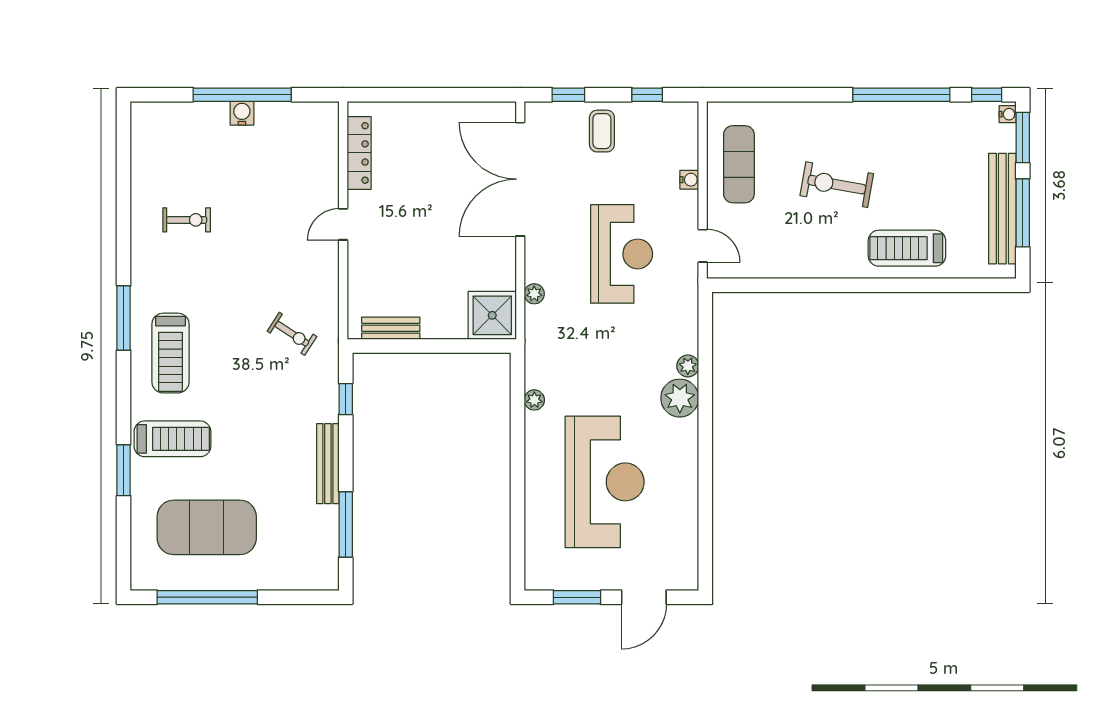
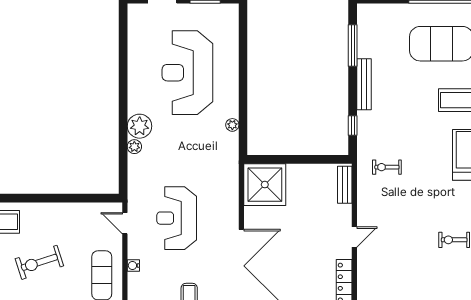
exercise bike: (837, 185) -> (39, 262), turned 152
plant: (534, 294) -> (232, 193), removed
shower: (492, 315) -> (265, 185), width x1.37, depth x1.37
bench: (391, 328) -> (345, 185), moved, turned 90
exercise bike: (292, 334) -> (387, 167), turned -33

